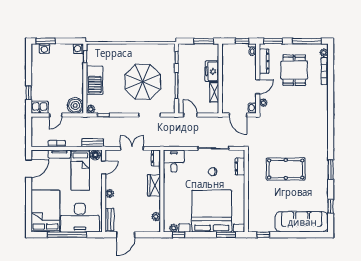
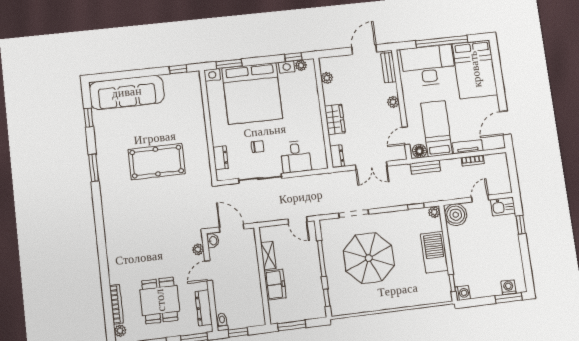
desk: (174, 161) -> (296, 157), moved

